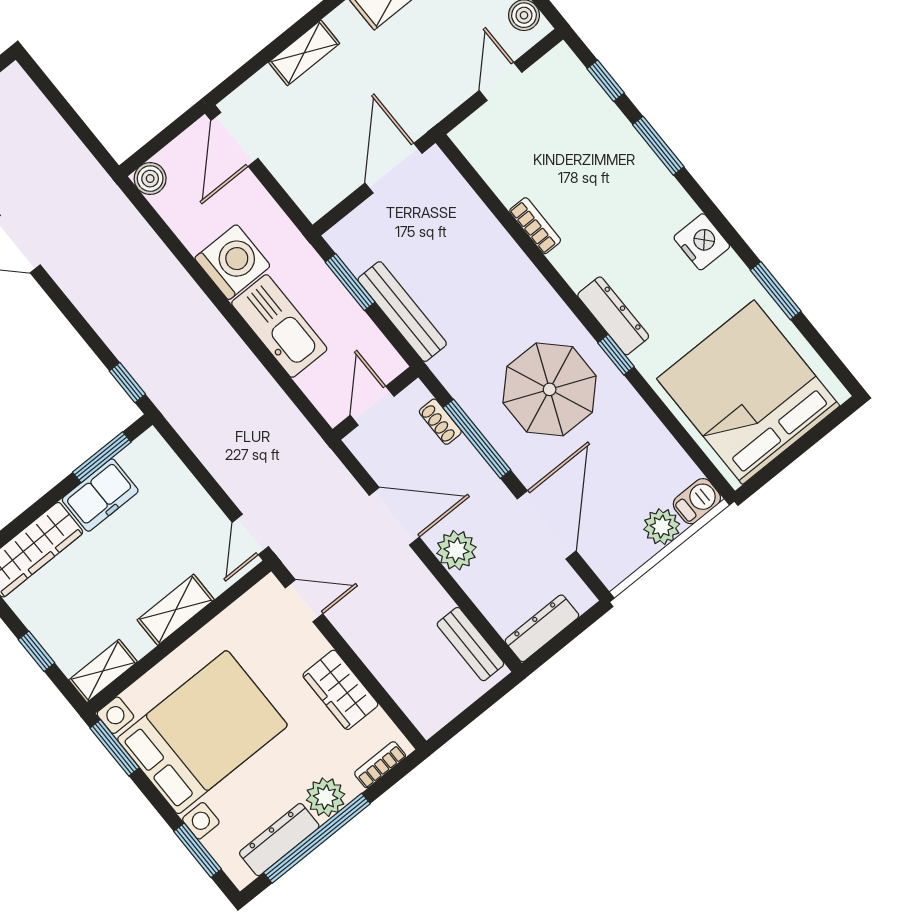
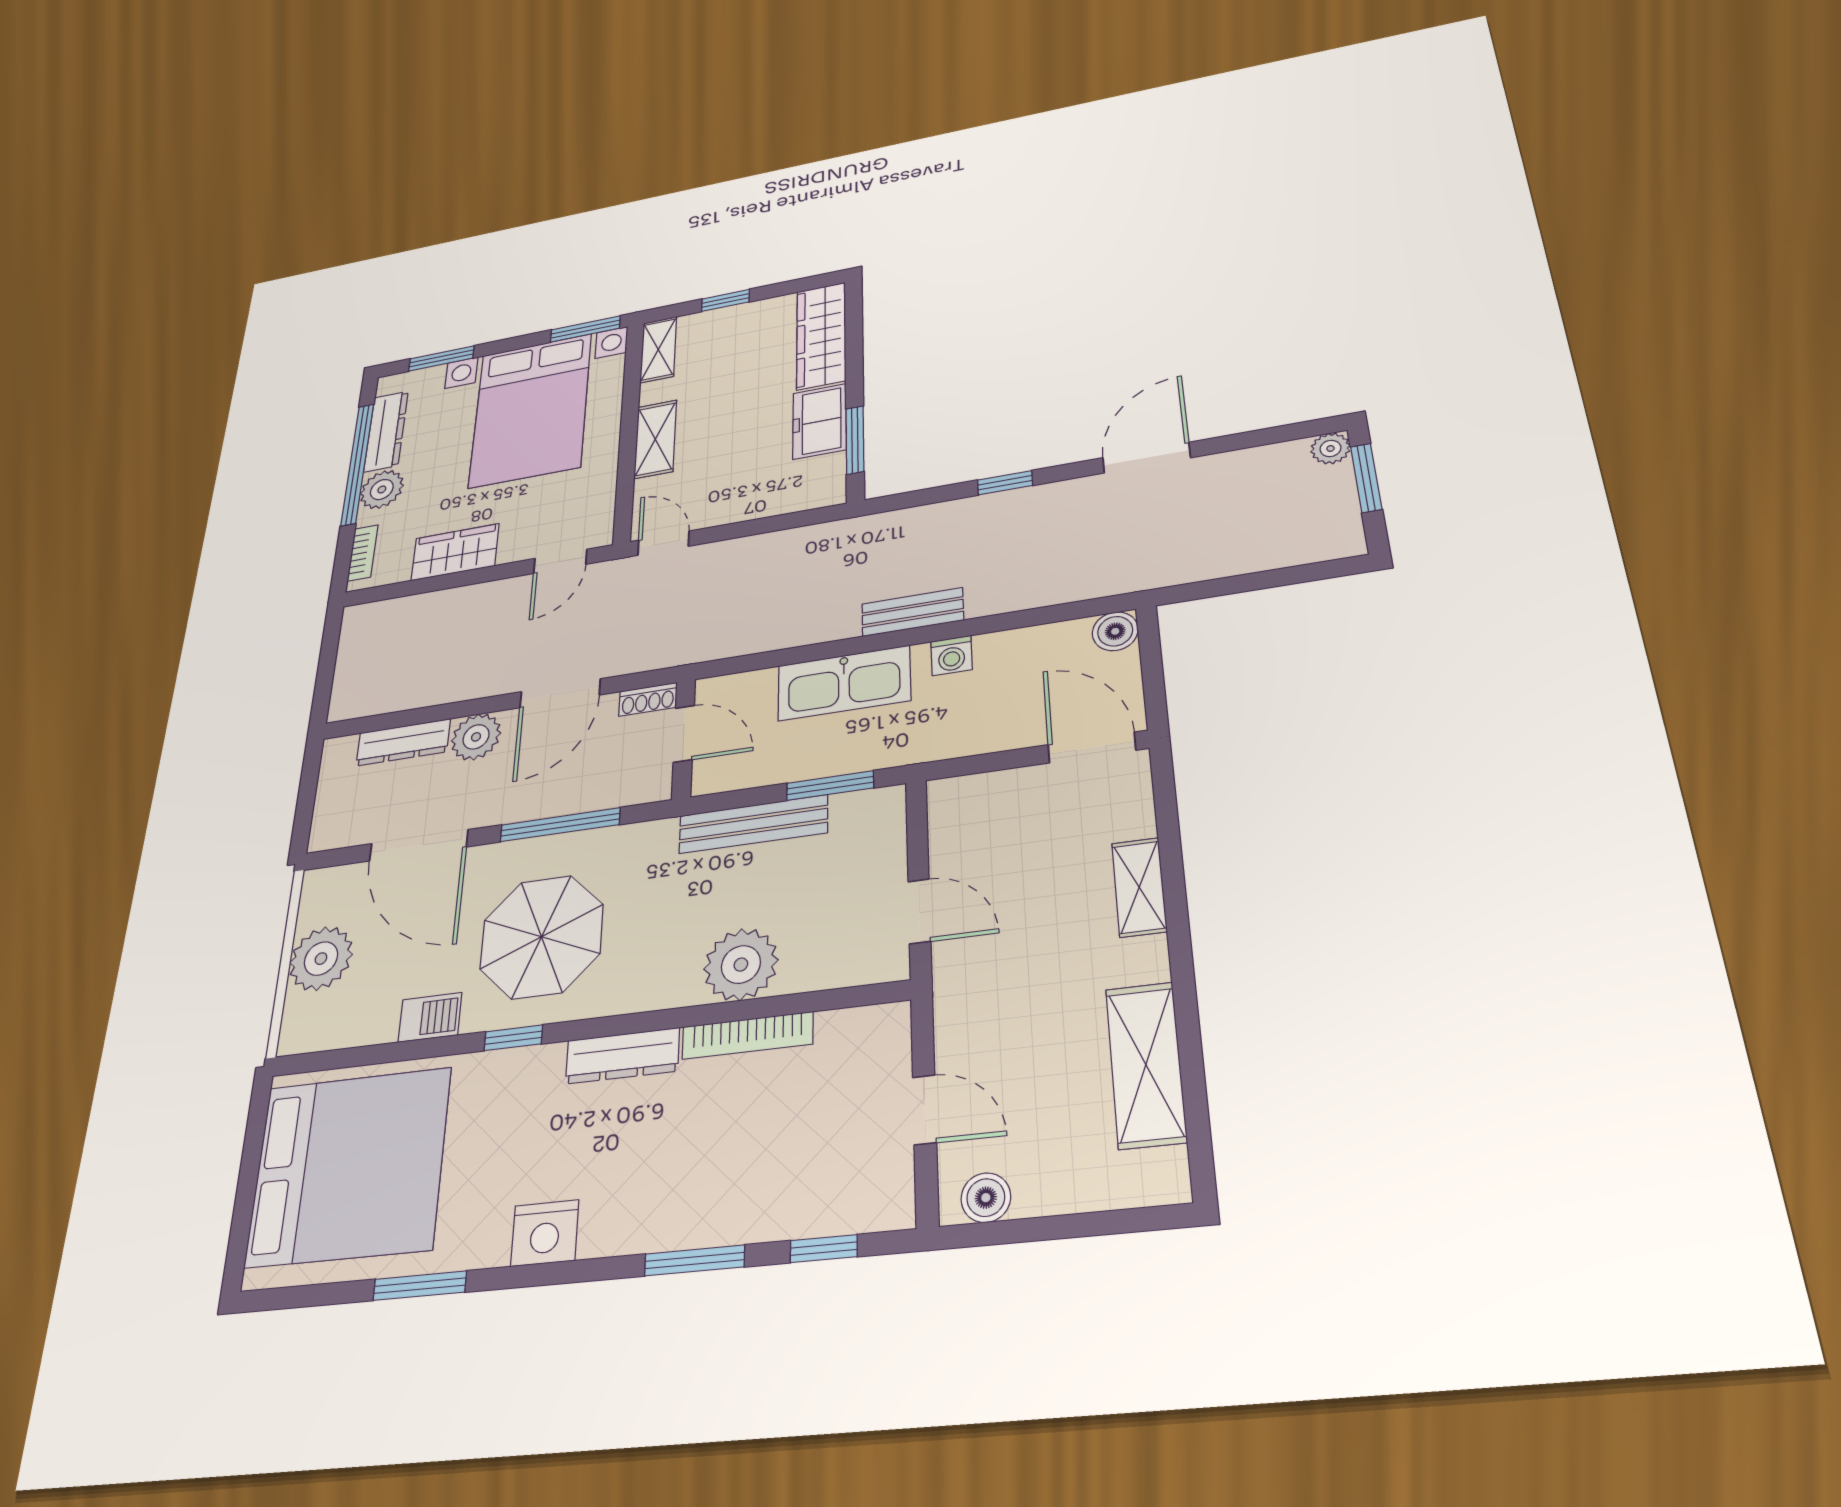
door: (393, 168) -> (919, 911), width x0.73
bookcase: (535, 226) -> (747, 1035), width x1.56
plant: (488, 250) -> (741, 965), added
washing machine: (233, 262) -> (951, 655), width x0.53, depth x0.53
dresser: (613, 316) -> (622, 1056), moved
window: (127, 383) -> (1005, 483), moved
shoe rack: (440, 422) -> (648, 699), moved, turned 180
barbecue: (697, 501) -> (430, 1017), moved, turned -90
plant: (662, 527) -> (321, 959), width x1.36, depth x1.36
dresser: (542, 628) -> (403, 742), moved, turned 90
bench: (470, 644) -> (913, 612), moved

